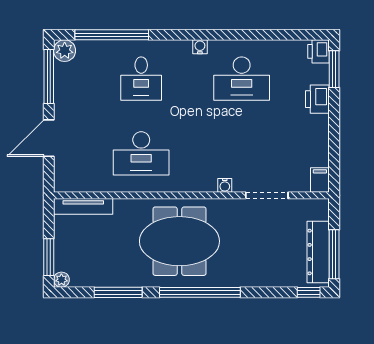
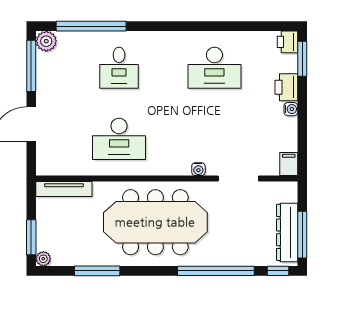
water cooler: (200, 47) -> (291, 109), moved, turned 90
meeting table: (179, 241) -> (155, 222), width x1.36
window: (200, 292) -> (216, 271), moved

